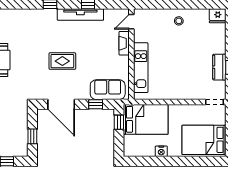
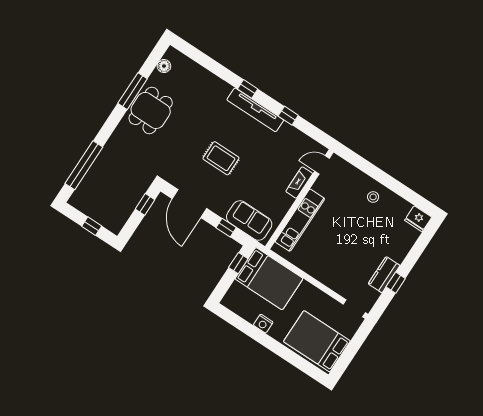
tv unit: (80, 15) -> (255, 110), moved
window: (32, 136) -> (145, 204), moved

